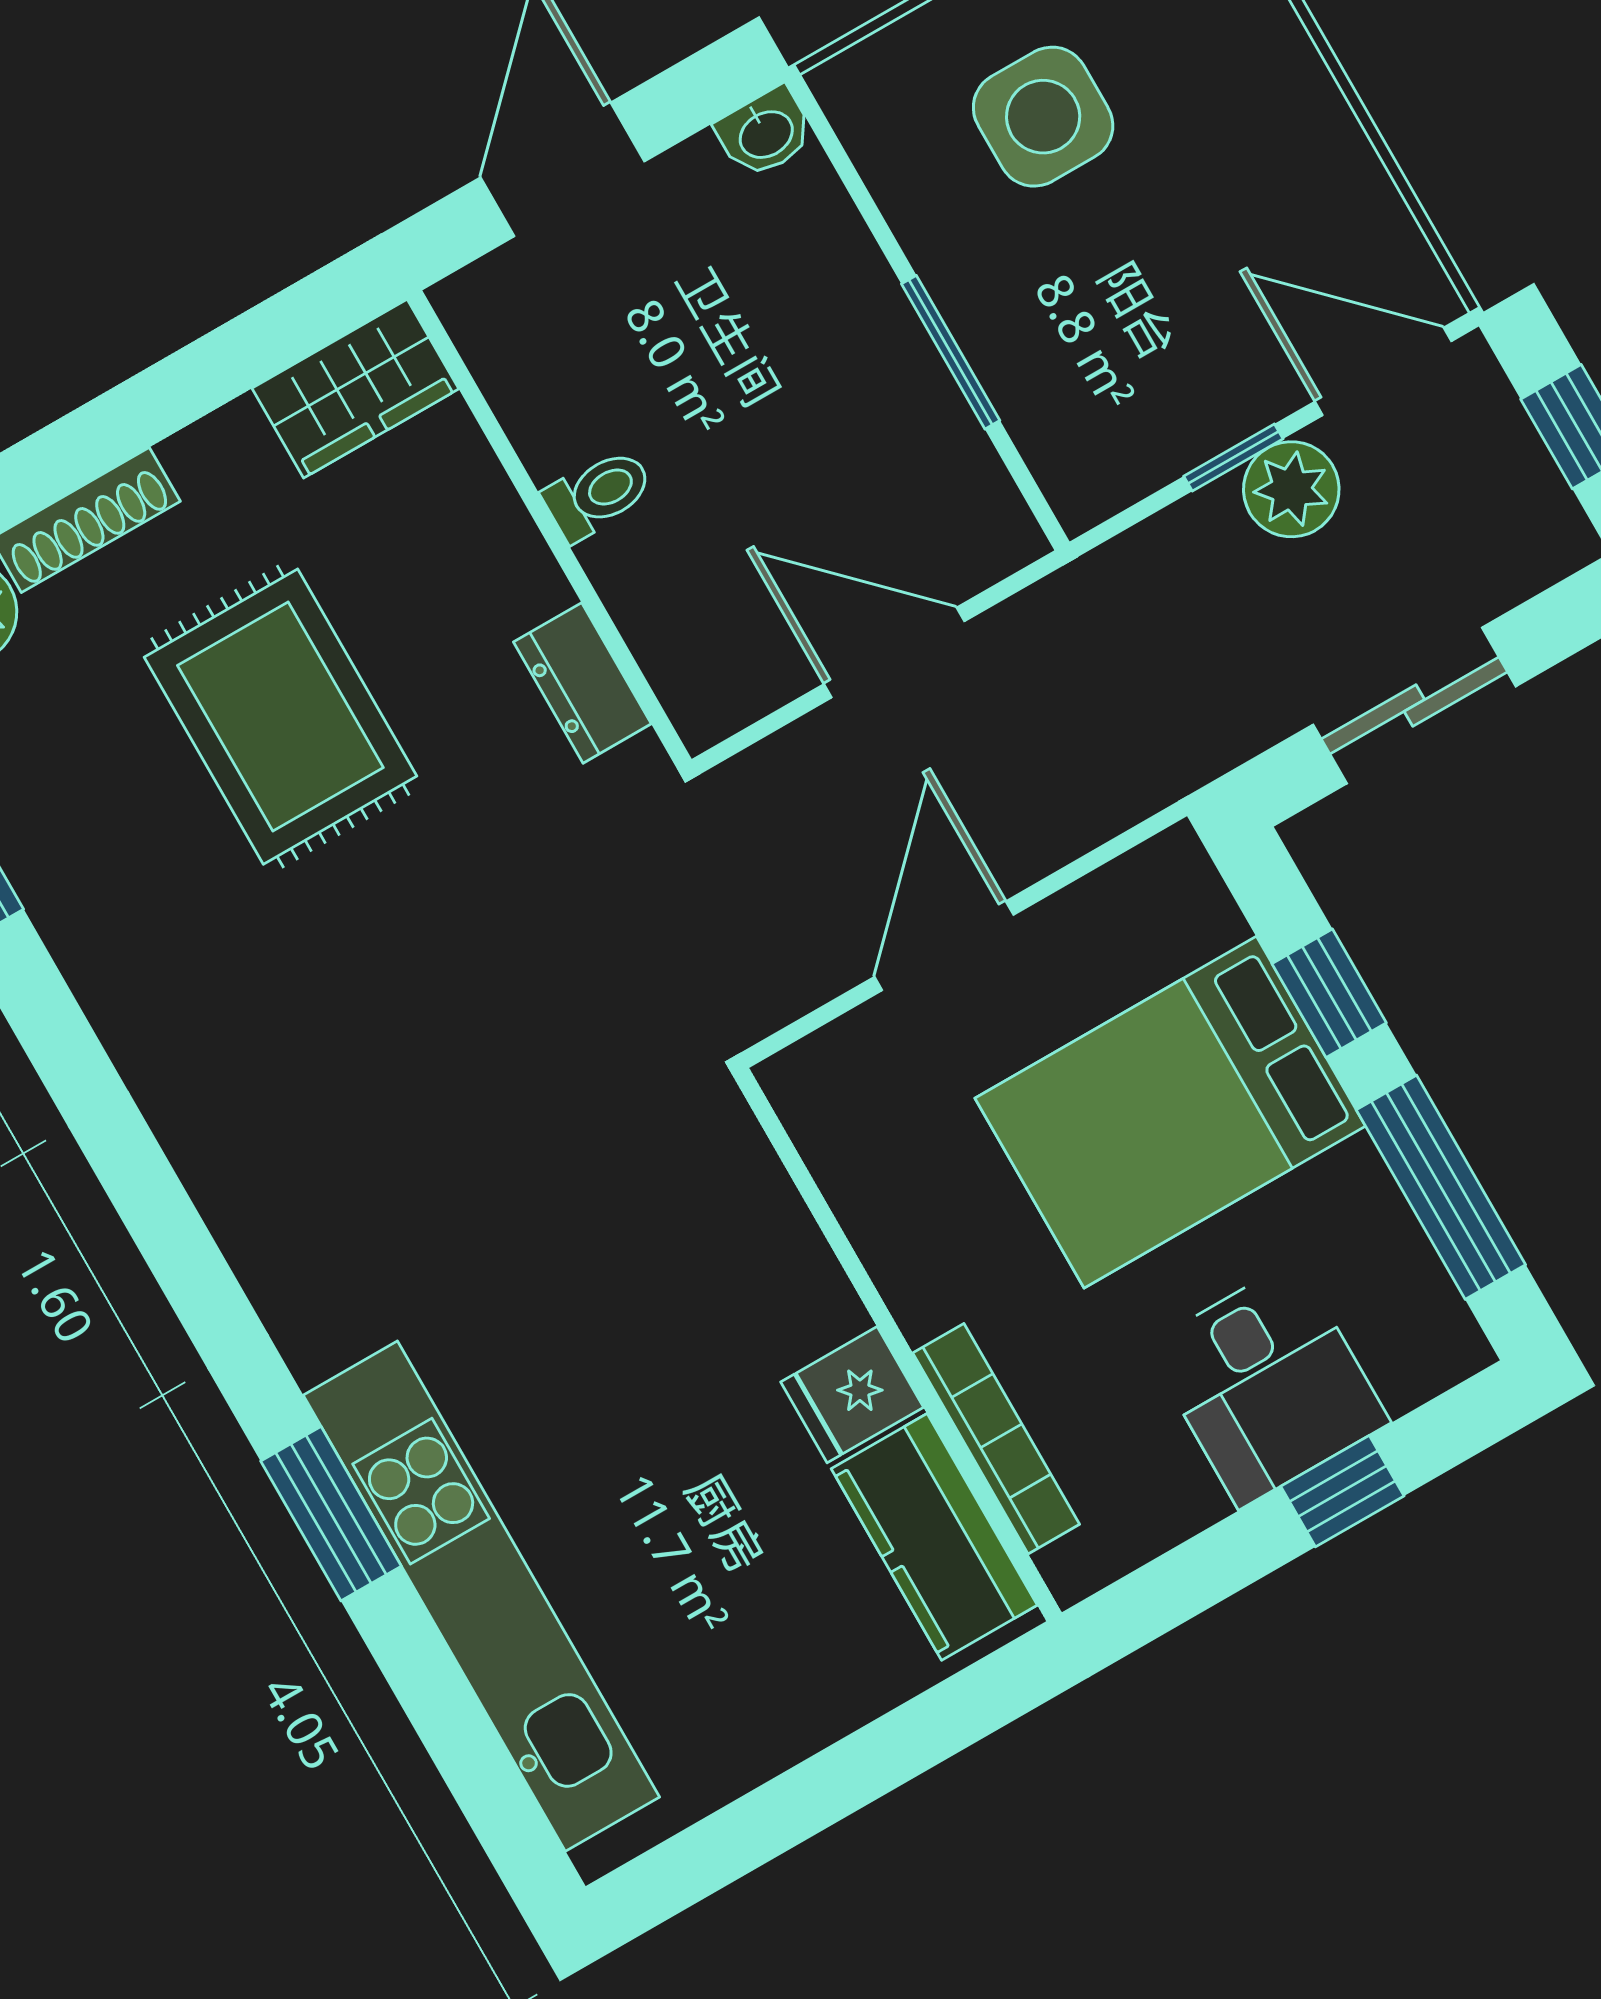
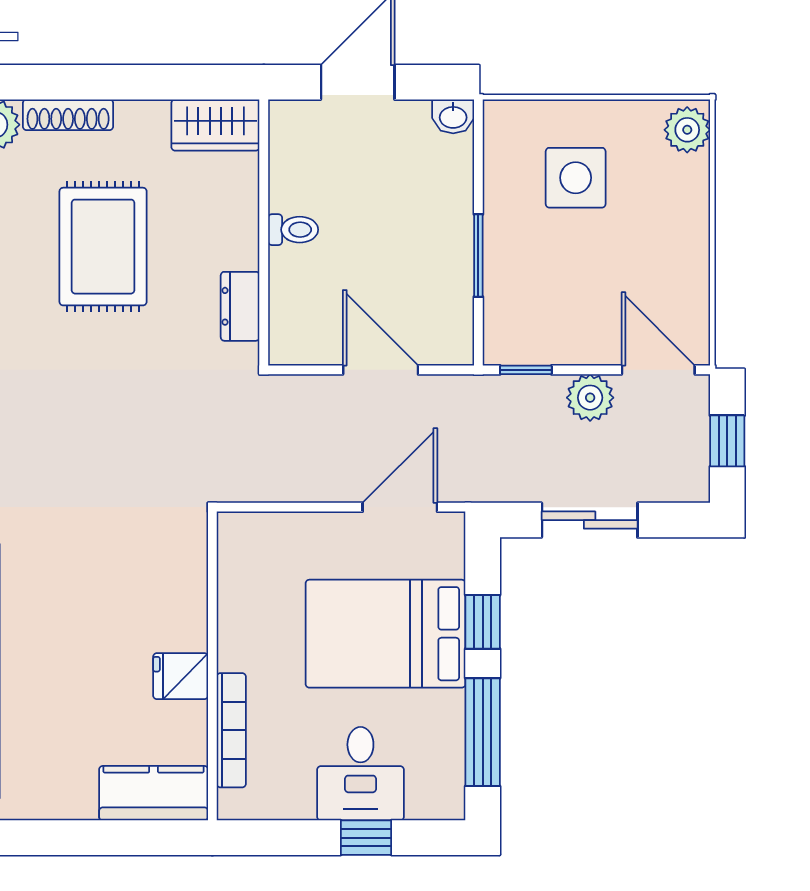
window: (1233, 458) -> (526, 370), moved
door: (944, 946) -> (400, 507), moved
kitchen counter: (934, 1537) -> (154, 793), moved, turned 90

